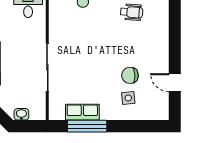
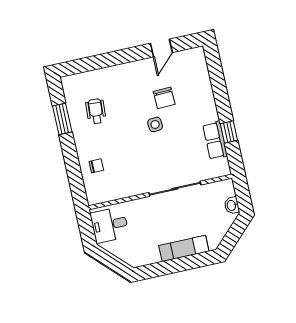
side table: (128, 98) -> (155, 124), moved
window: (87, 126) -> (229, 132), width x0.46

